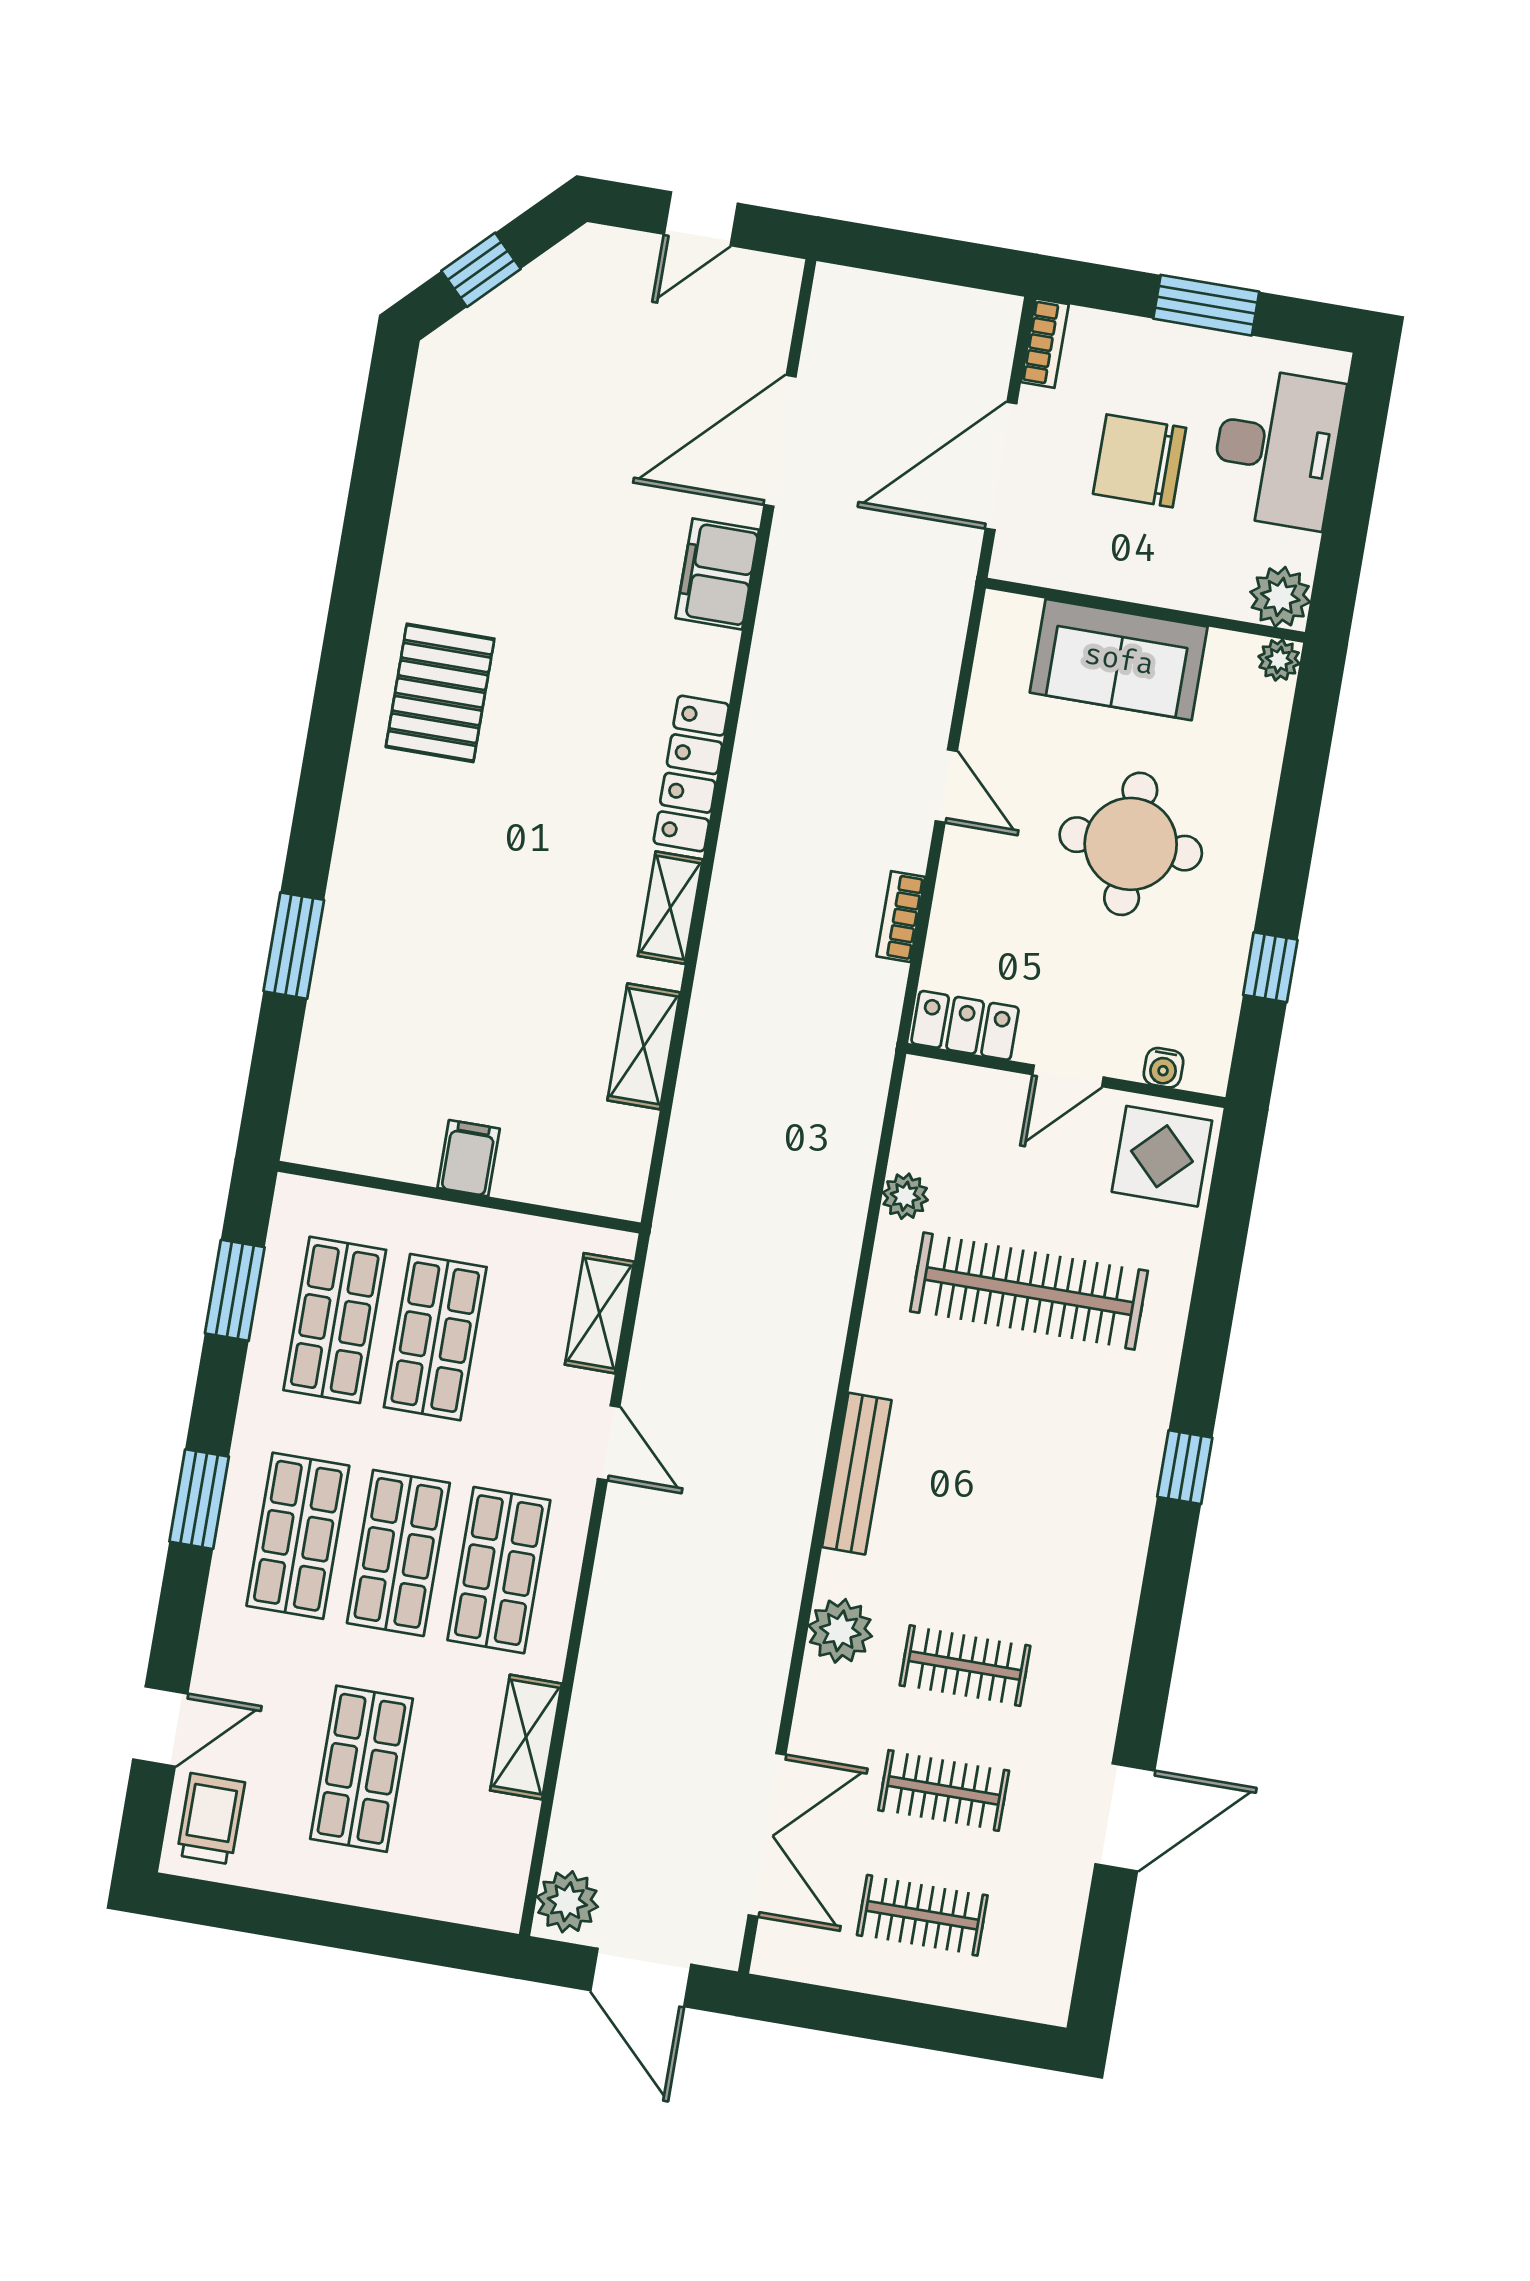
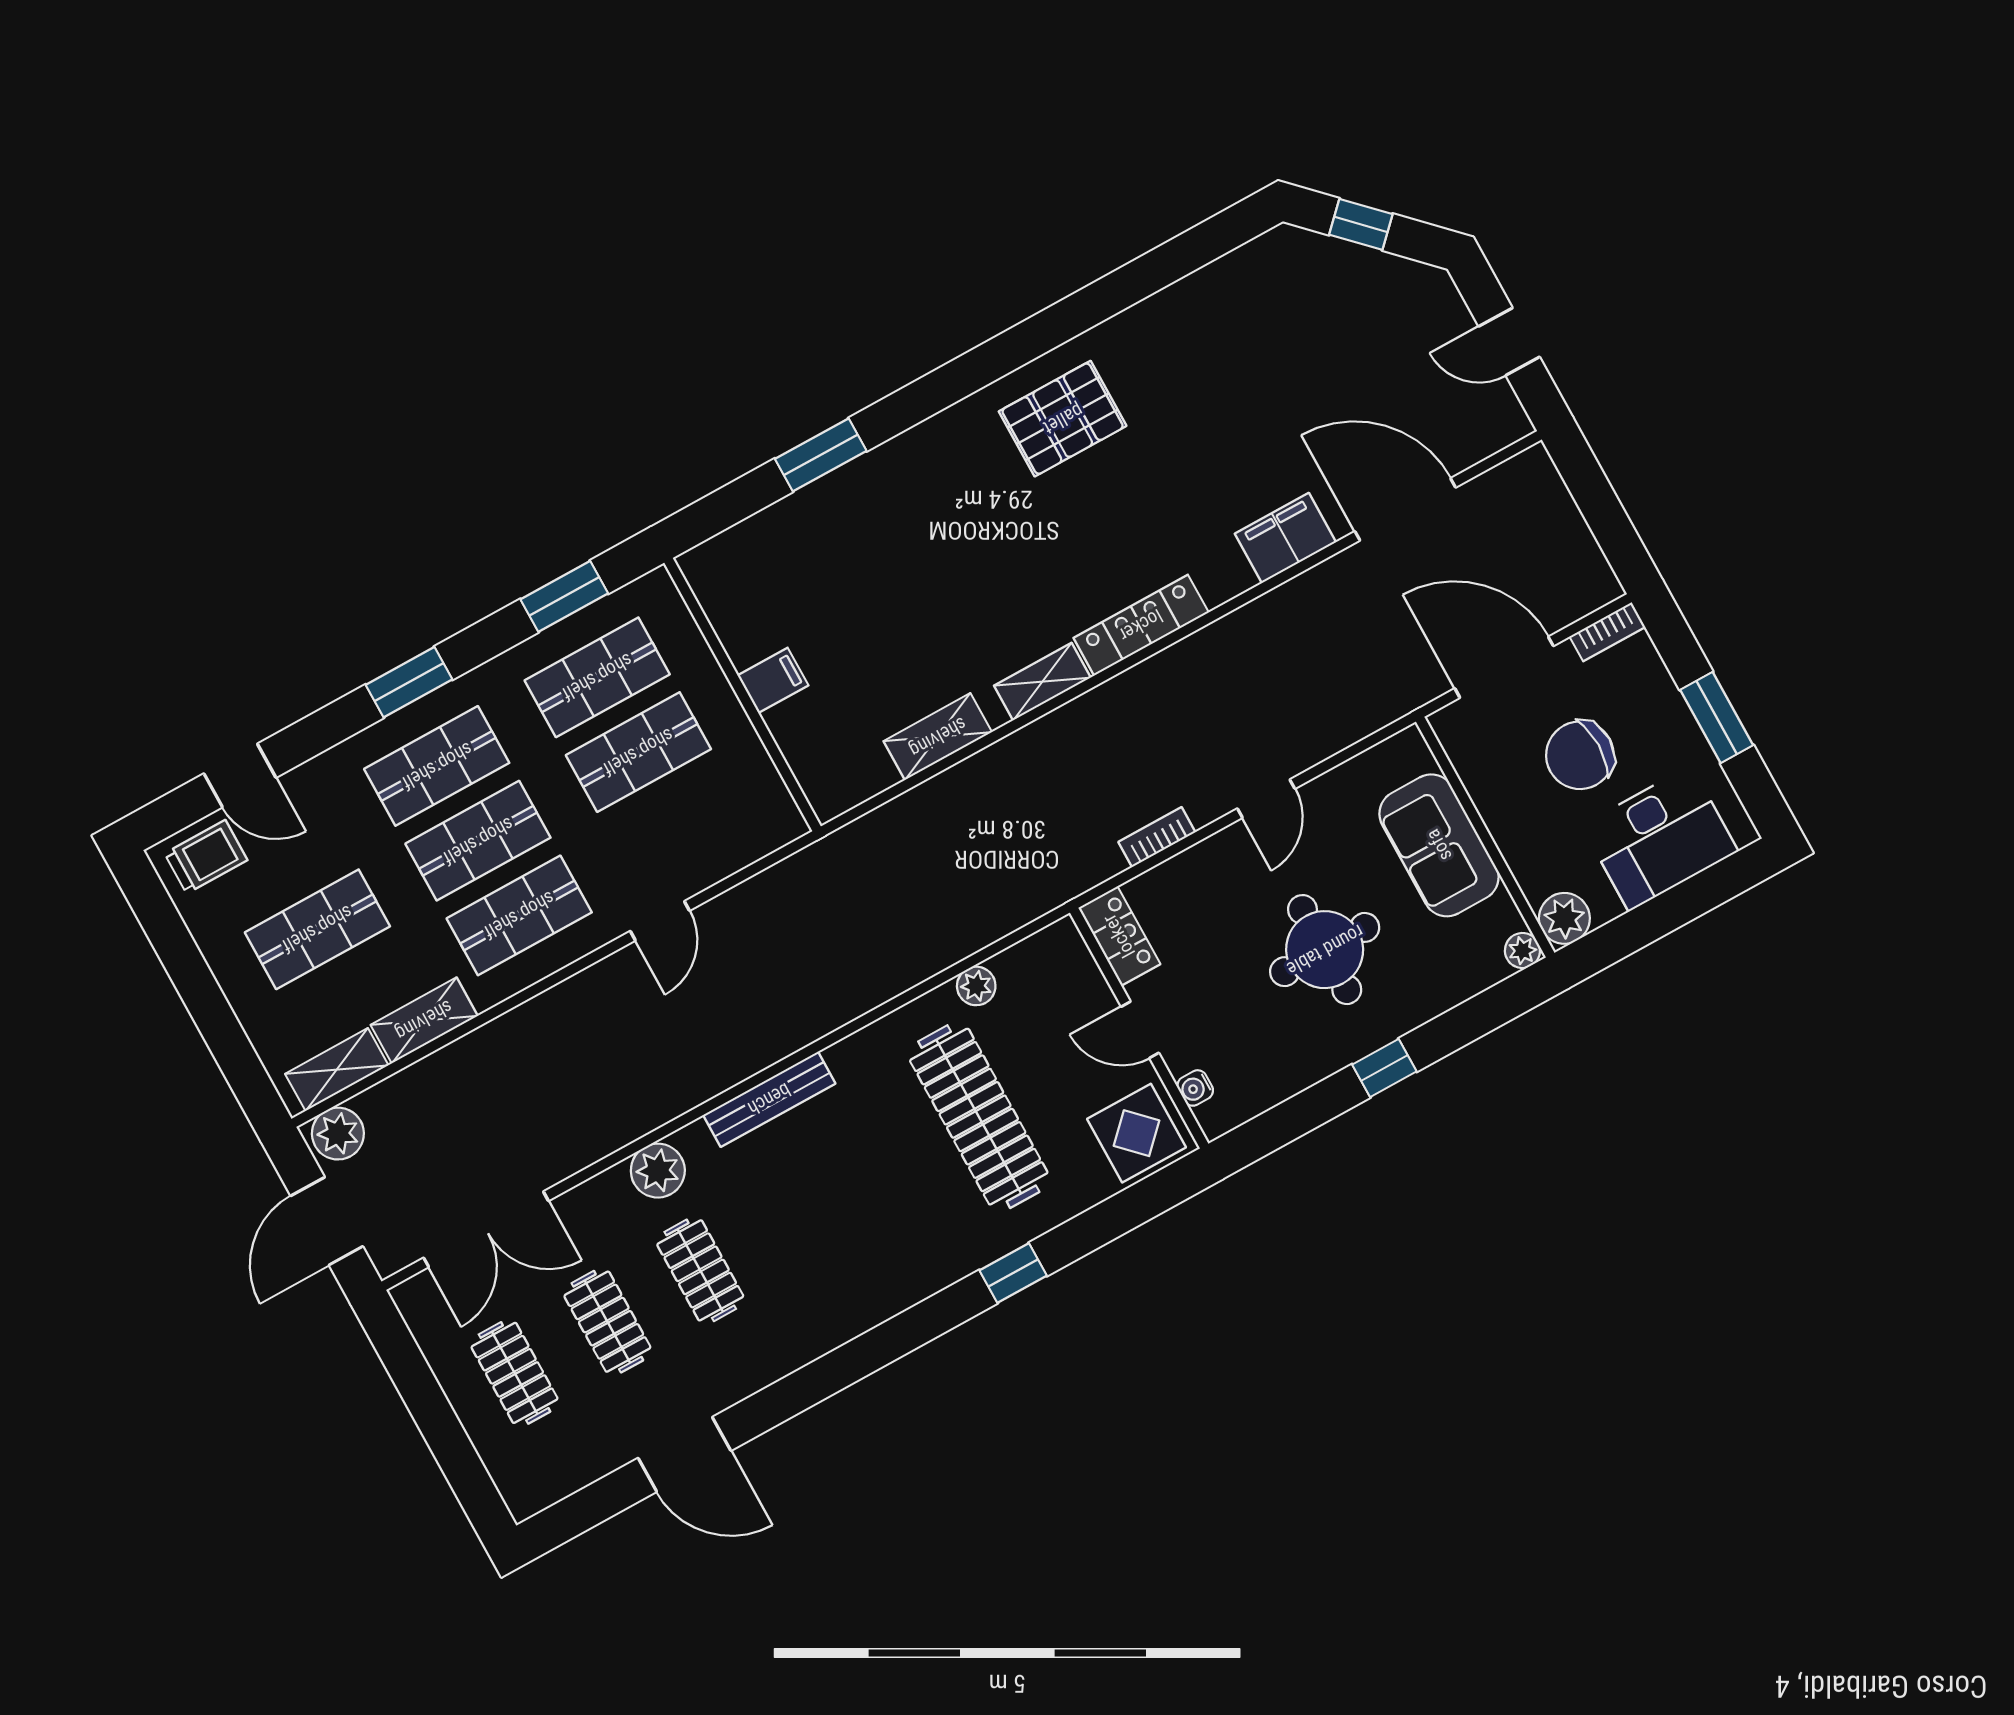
chair: (1140, 461) -> (1580, 755), turned -90
window: (1270, 967) -> (1384, 1068), moved
shelving: (599, 1313) -> (337, 1070), moved
window: (1185, 1467) -> (1013, 1273), moved

